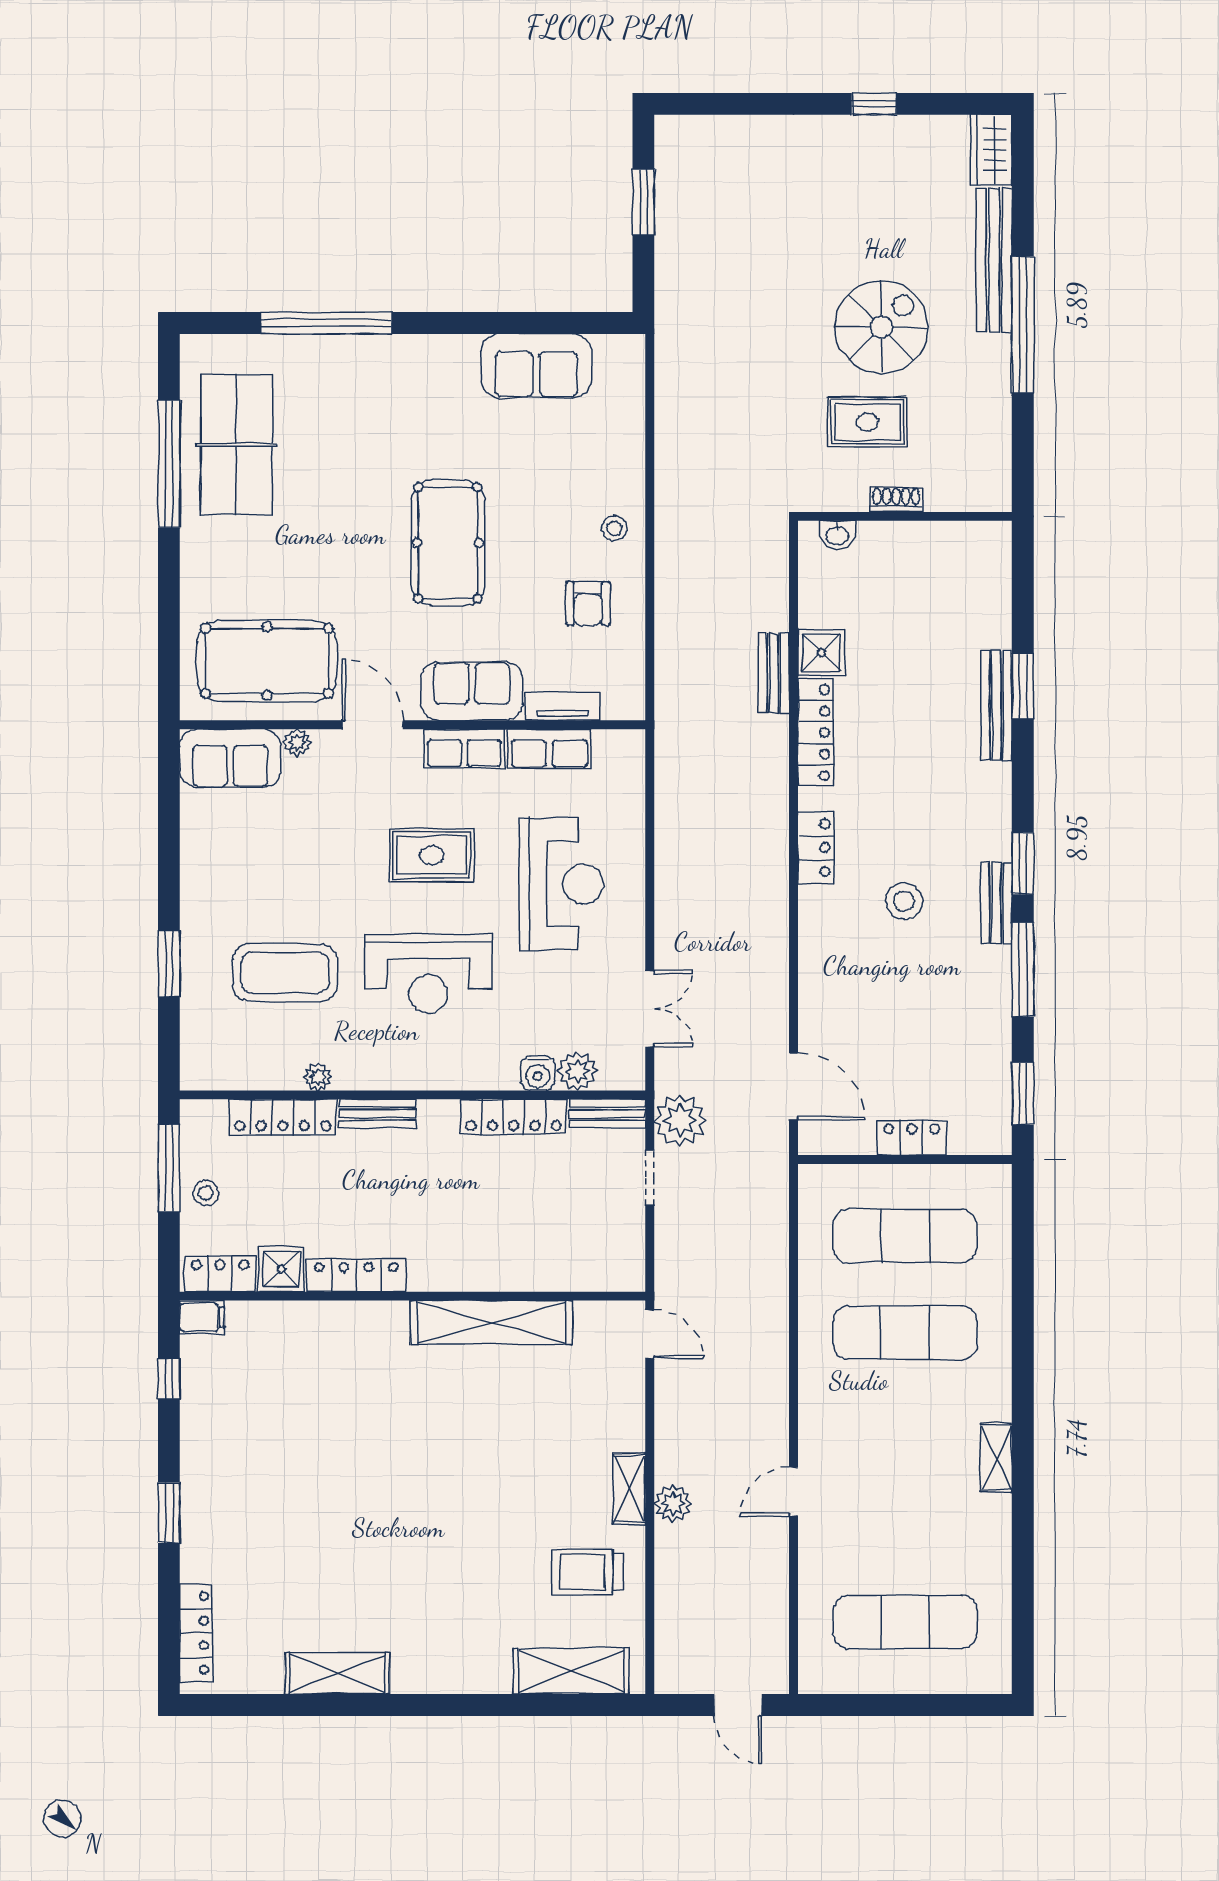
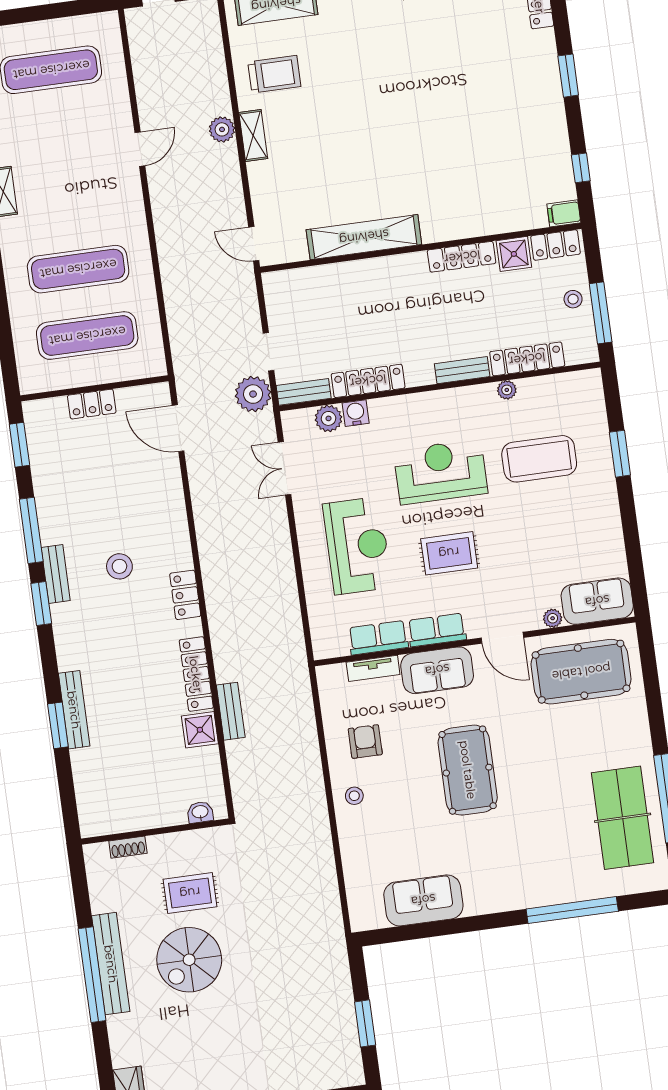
bench: (994, 260) -> (111, 964), moved
shoe rack: (896, 499) -> (128, 847), moved
reception desk: (561, 884) -> (357, 546), turned 180

